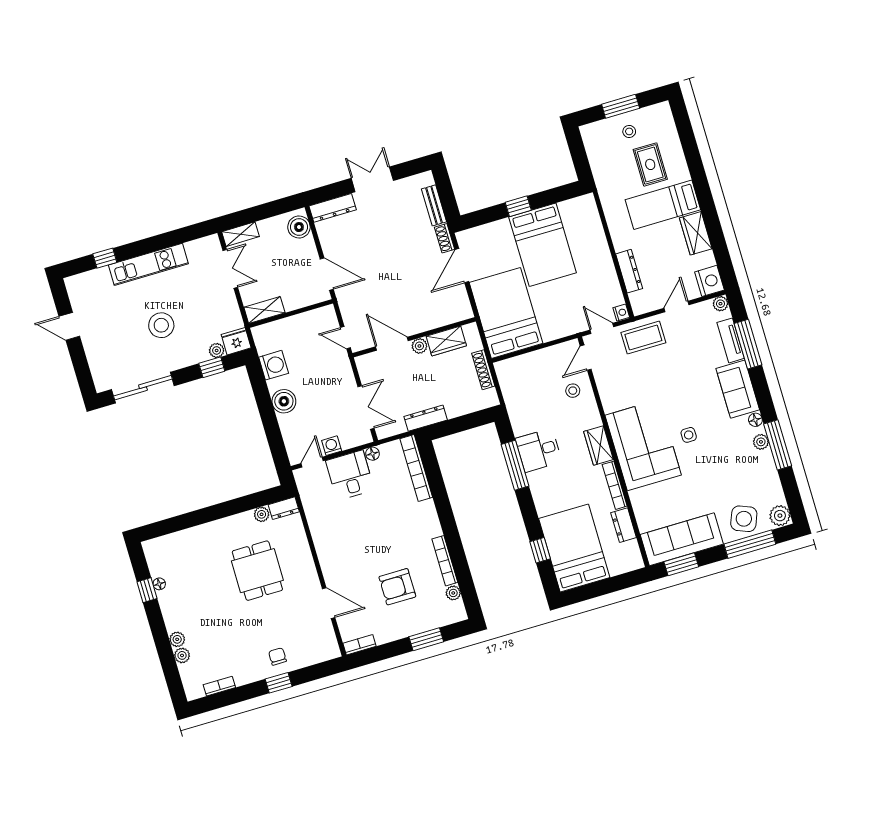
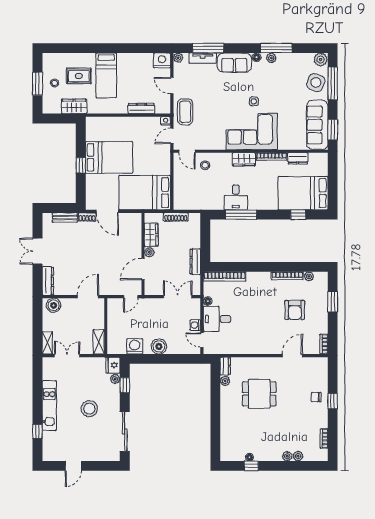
wardrobe: (696, 233) -> (74, 106), moved, turned 180

